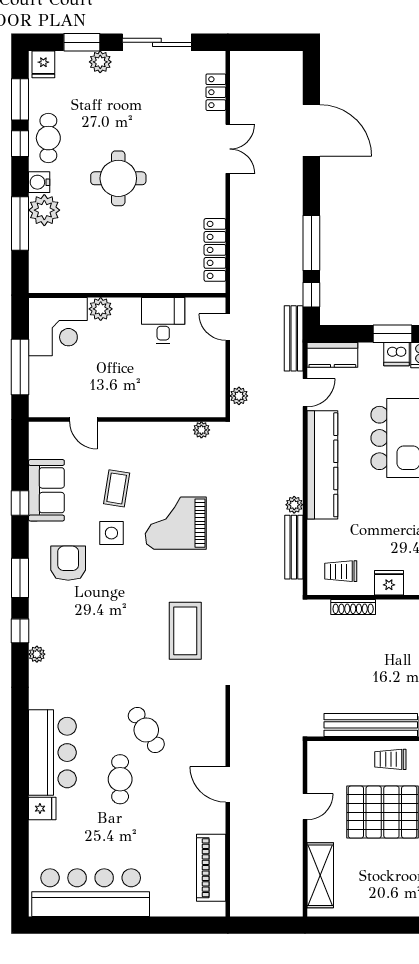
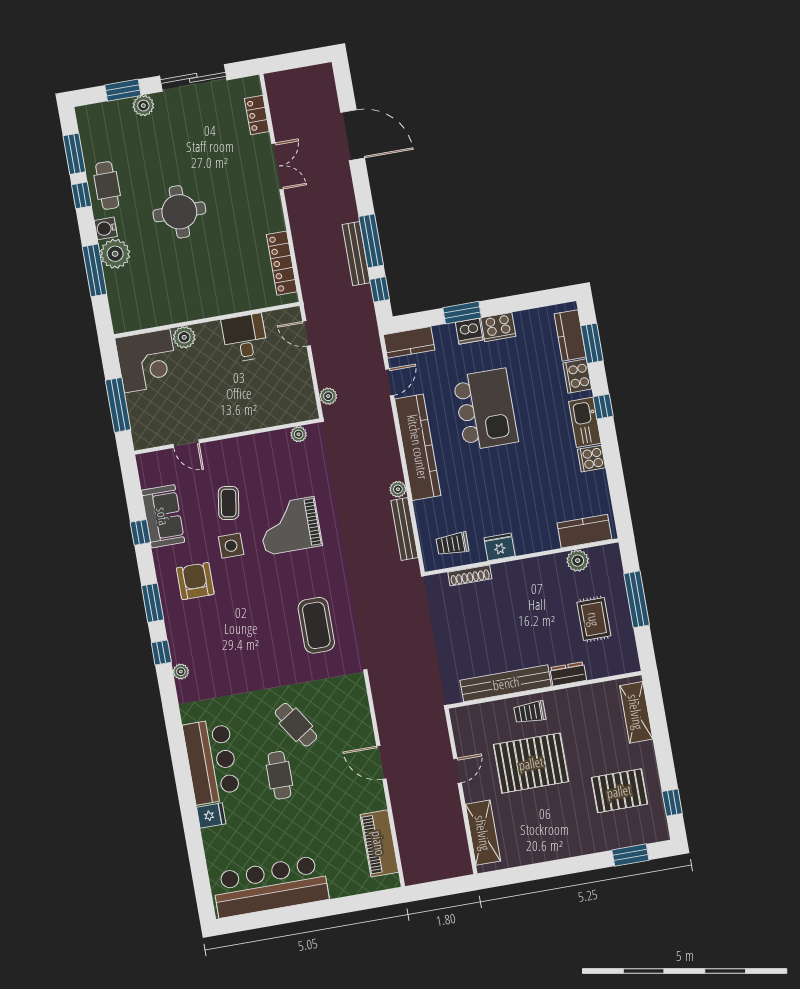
fridge: (43, 64) -> (90, 117), removed
bench: (294, 338) -> (356, 254), moved

